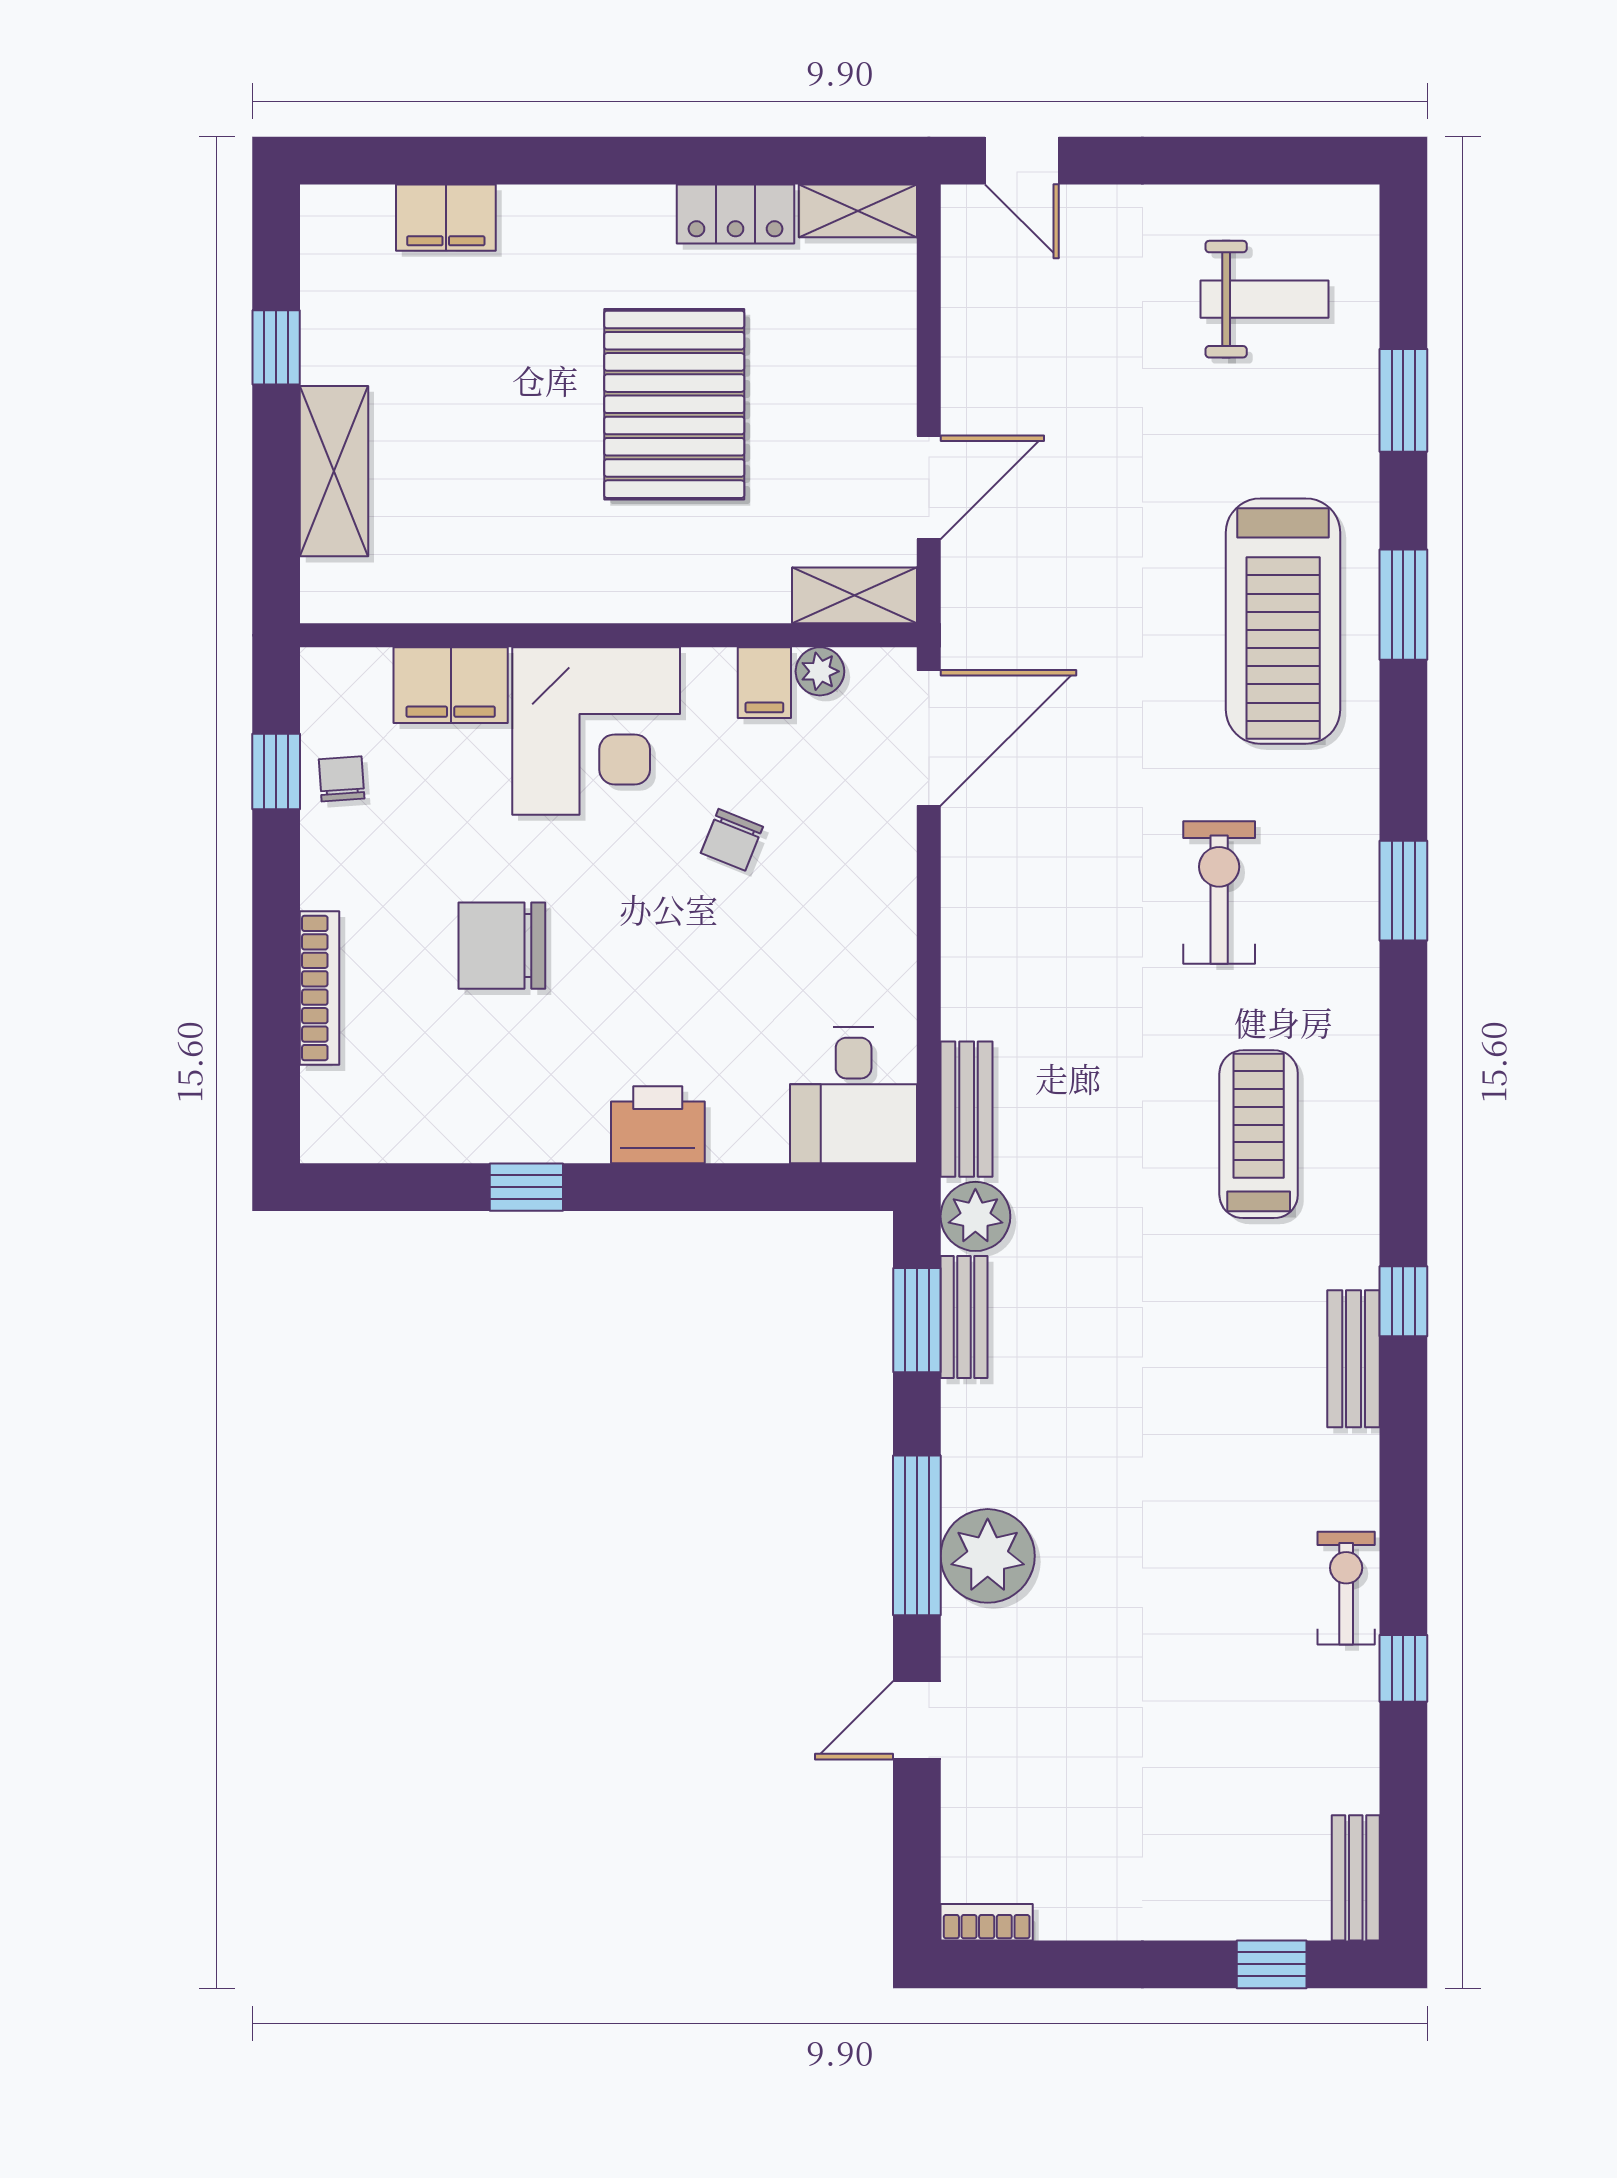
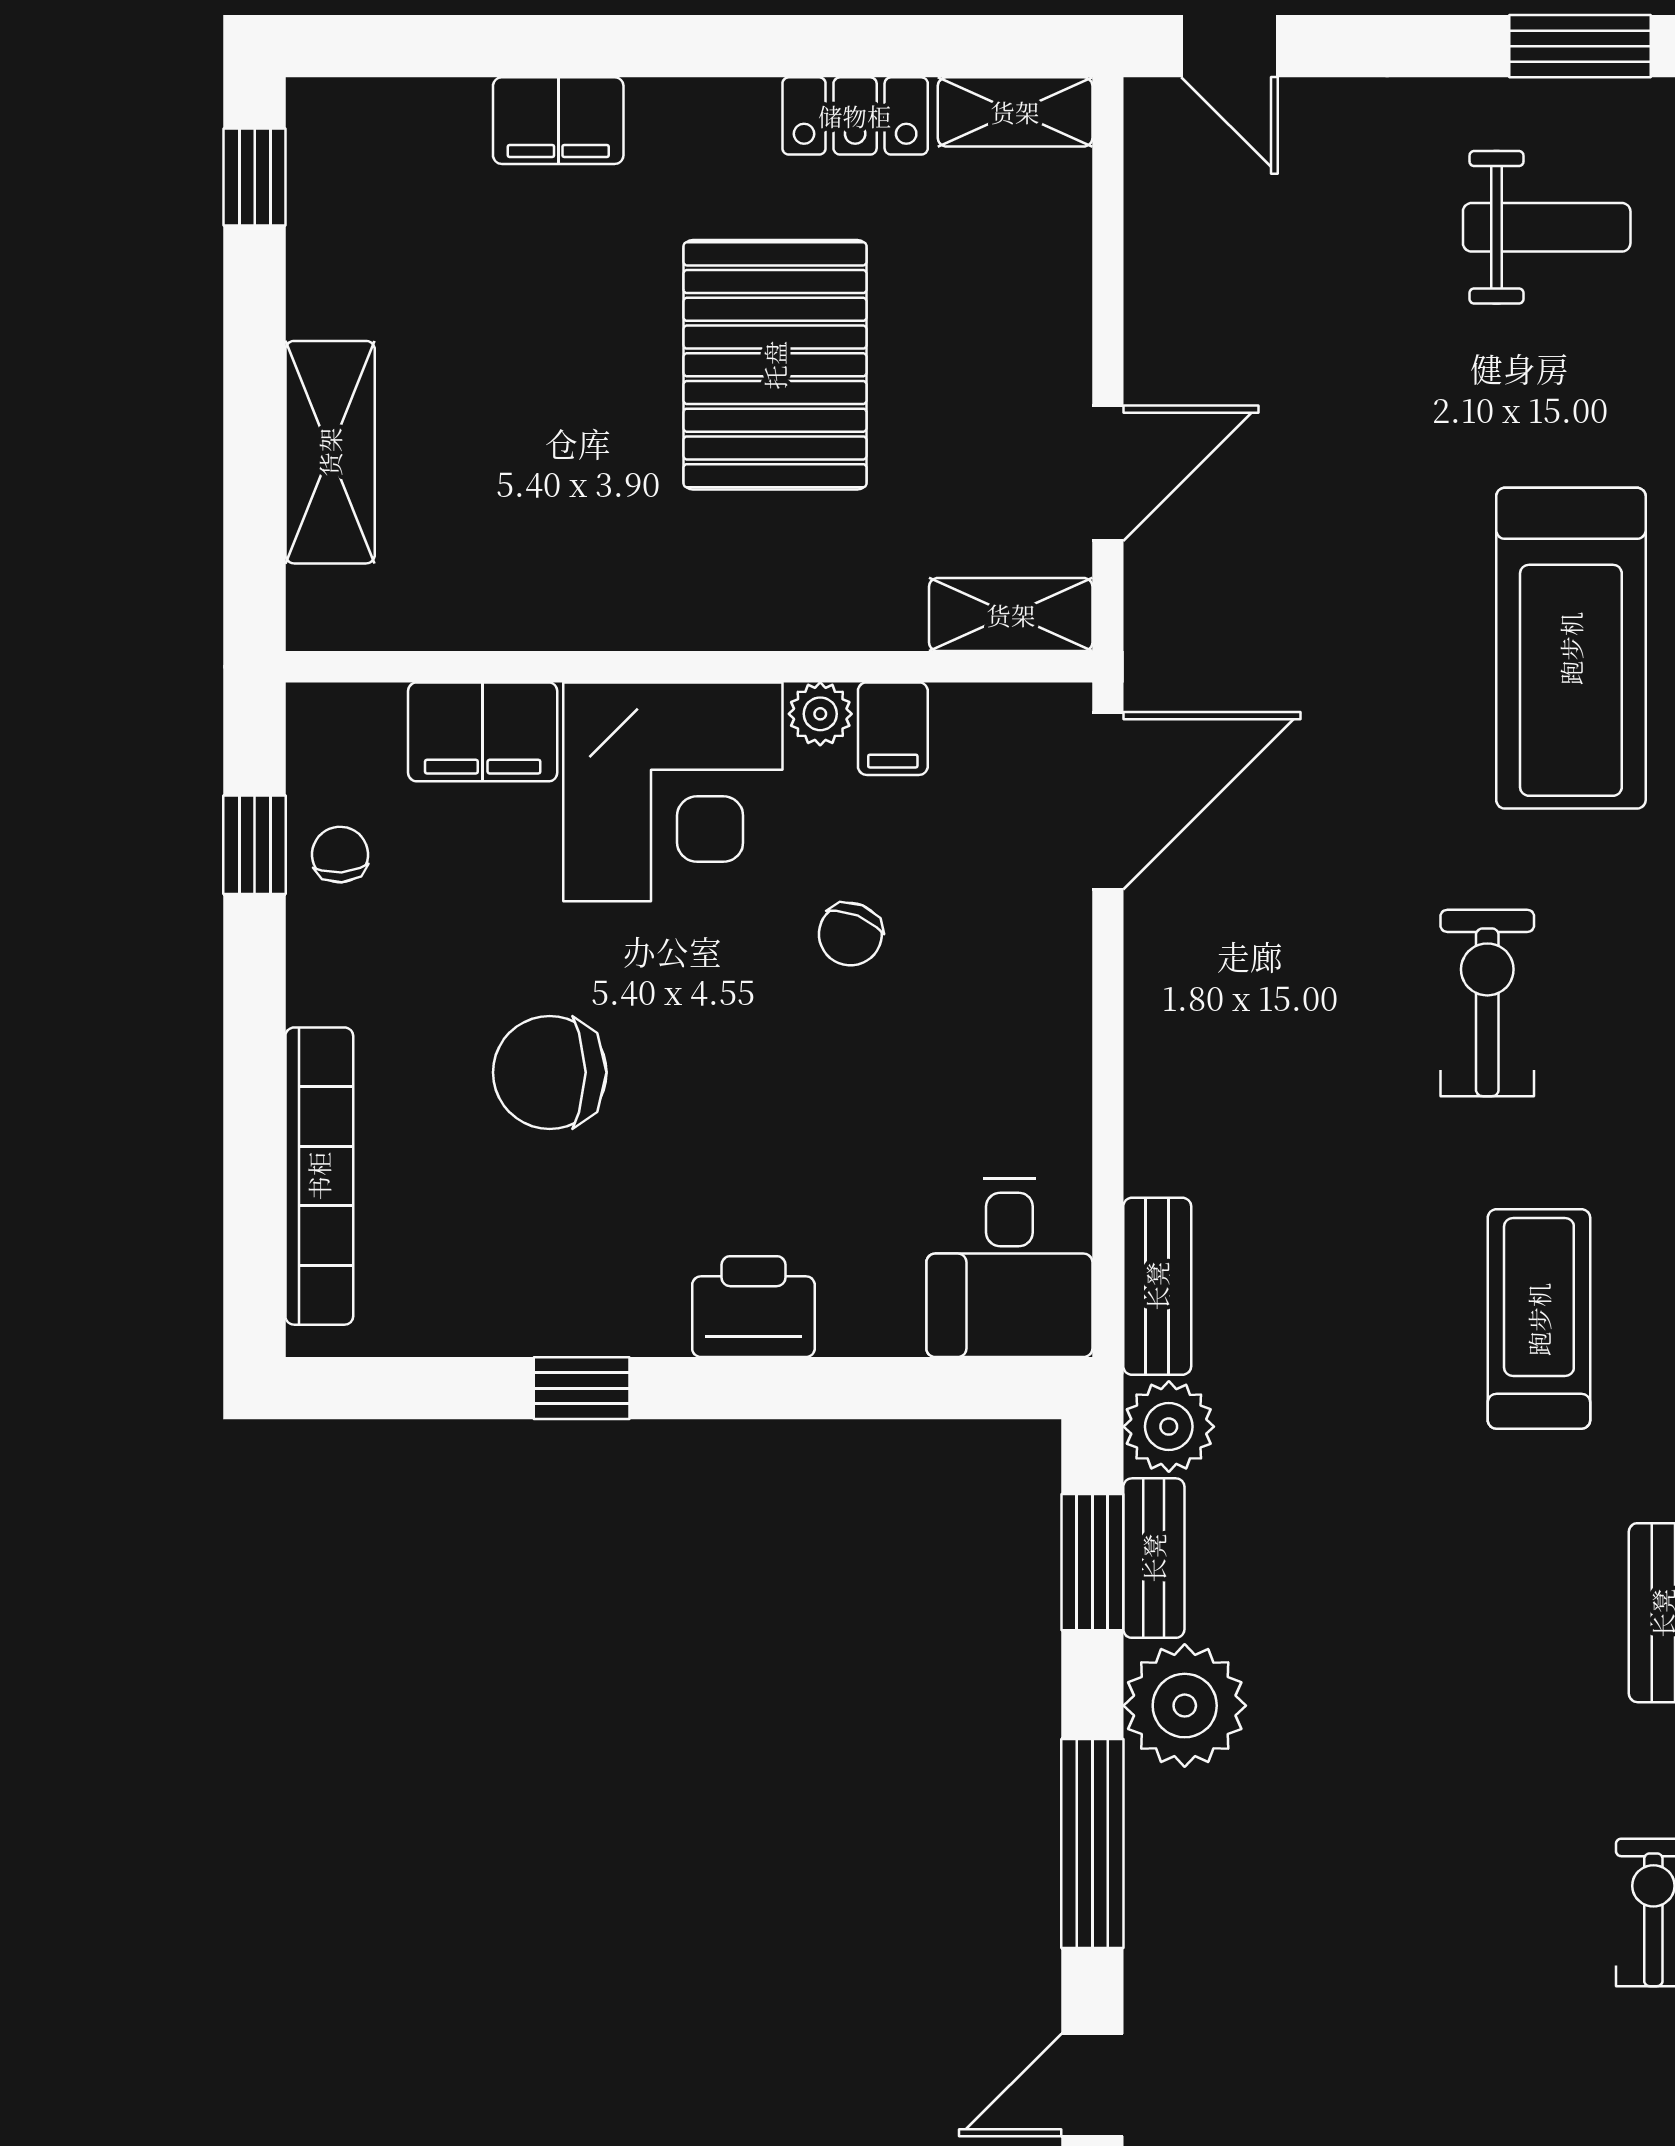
window: (1290, 161) -> (1580, 46), added
filing cabinet: (446, 218) -> (558, 121), moved
window: (276, 347) -> (255, 177), moved
plant: (820, 671) -> (820, 714), moved
bookcase: (320, 988) -> (319, 1176), width x1.48, depth x1.31
plant: (988, 1556) -> (1185, 1706), moved

